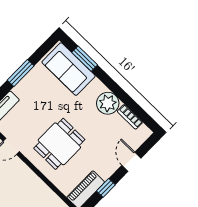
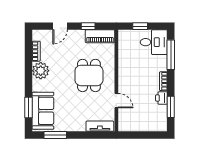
window: (21, 73) -> (55, 135), moved
dining table: (59, 144) -> (89, 75), turned 90

